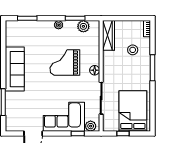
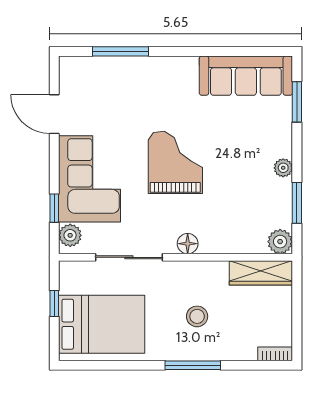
plant: (83, 26) -> (280, 242), moved
stool: (133, 50) -> (197, 316), moved
grand piano: (65, 63) -> (175, 162), moved
sofa: (15, 69) -> (246, 76), moved

